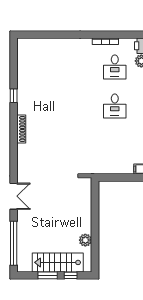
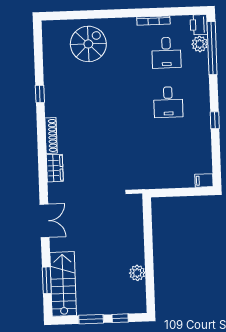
spiral stairs: (53, 58) -> (88, 44), added
wardrobe: (23, 155) -> (55, 168), added
window: (14, 243) -> (47, 280), width x0.47
stairs: (58, 262) -> (63, 284), moved, turned 90

